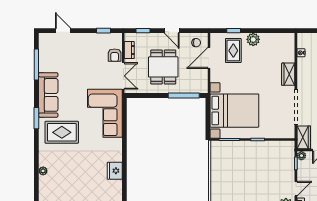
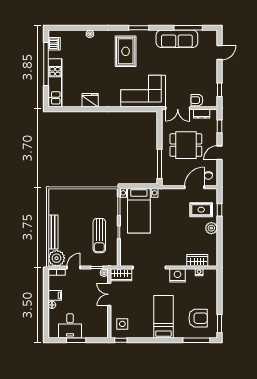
door: (209, 58) -> (194, 187), hinge flipped
wardrobe: (288, 74) -> (197, 260), moved
nightstand: (304, 76) -> (178, 275), added
sofa: (48, 95) -> (177, 39), moved
bed with nightstands: (234, 111) -> (139, 211), width x0.73
sun lounger: (261, 161) -> (99, 236), added
door: (296, 189) -> (74, 268), swing flipped

